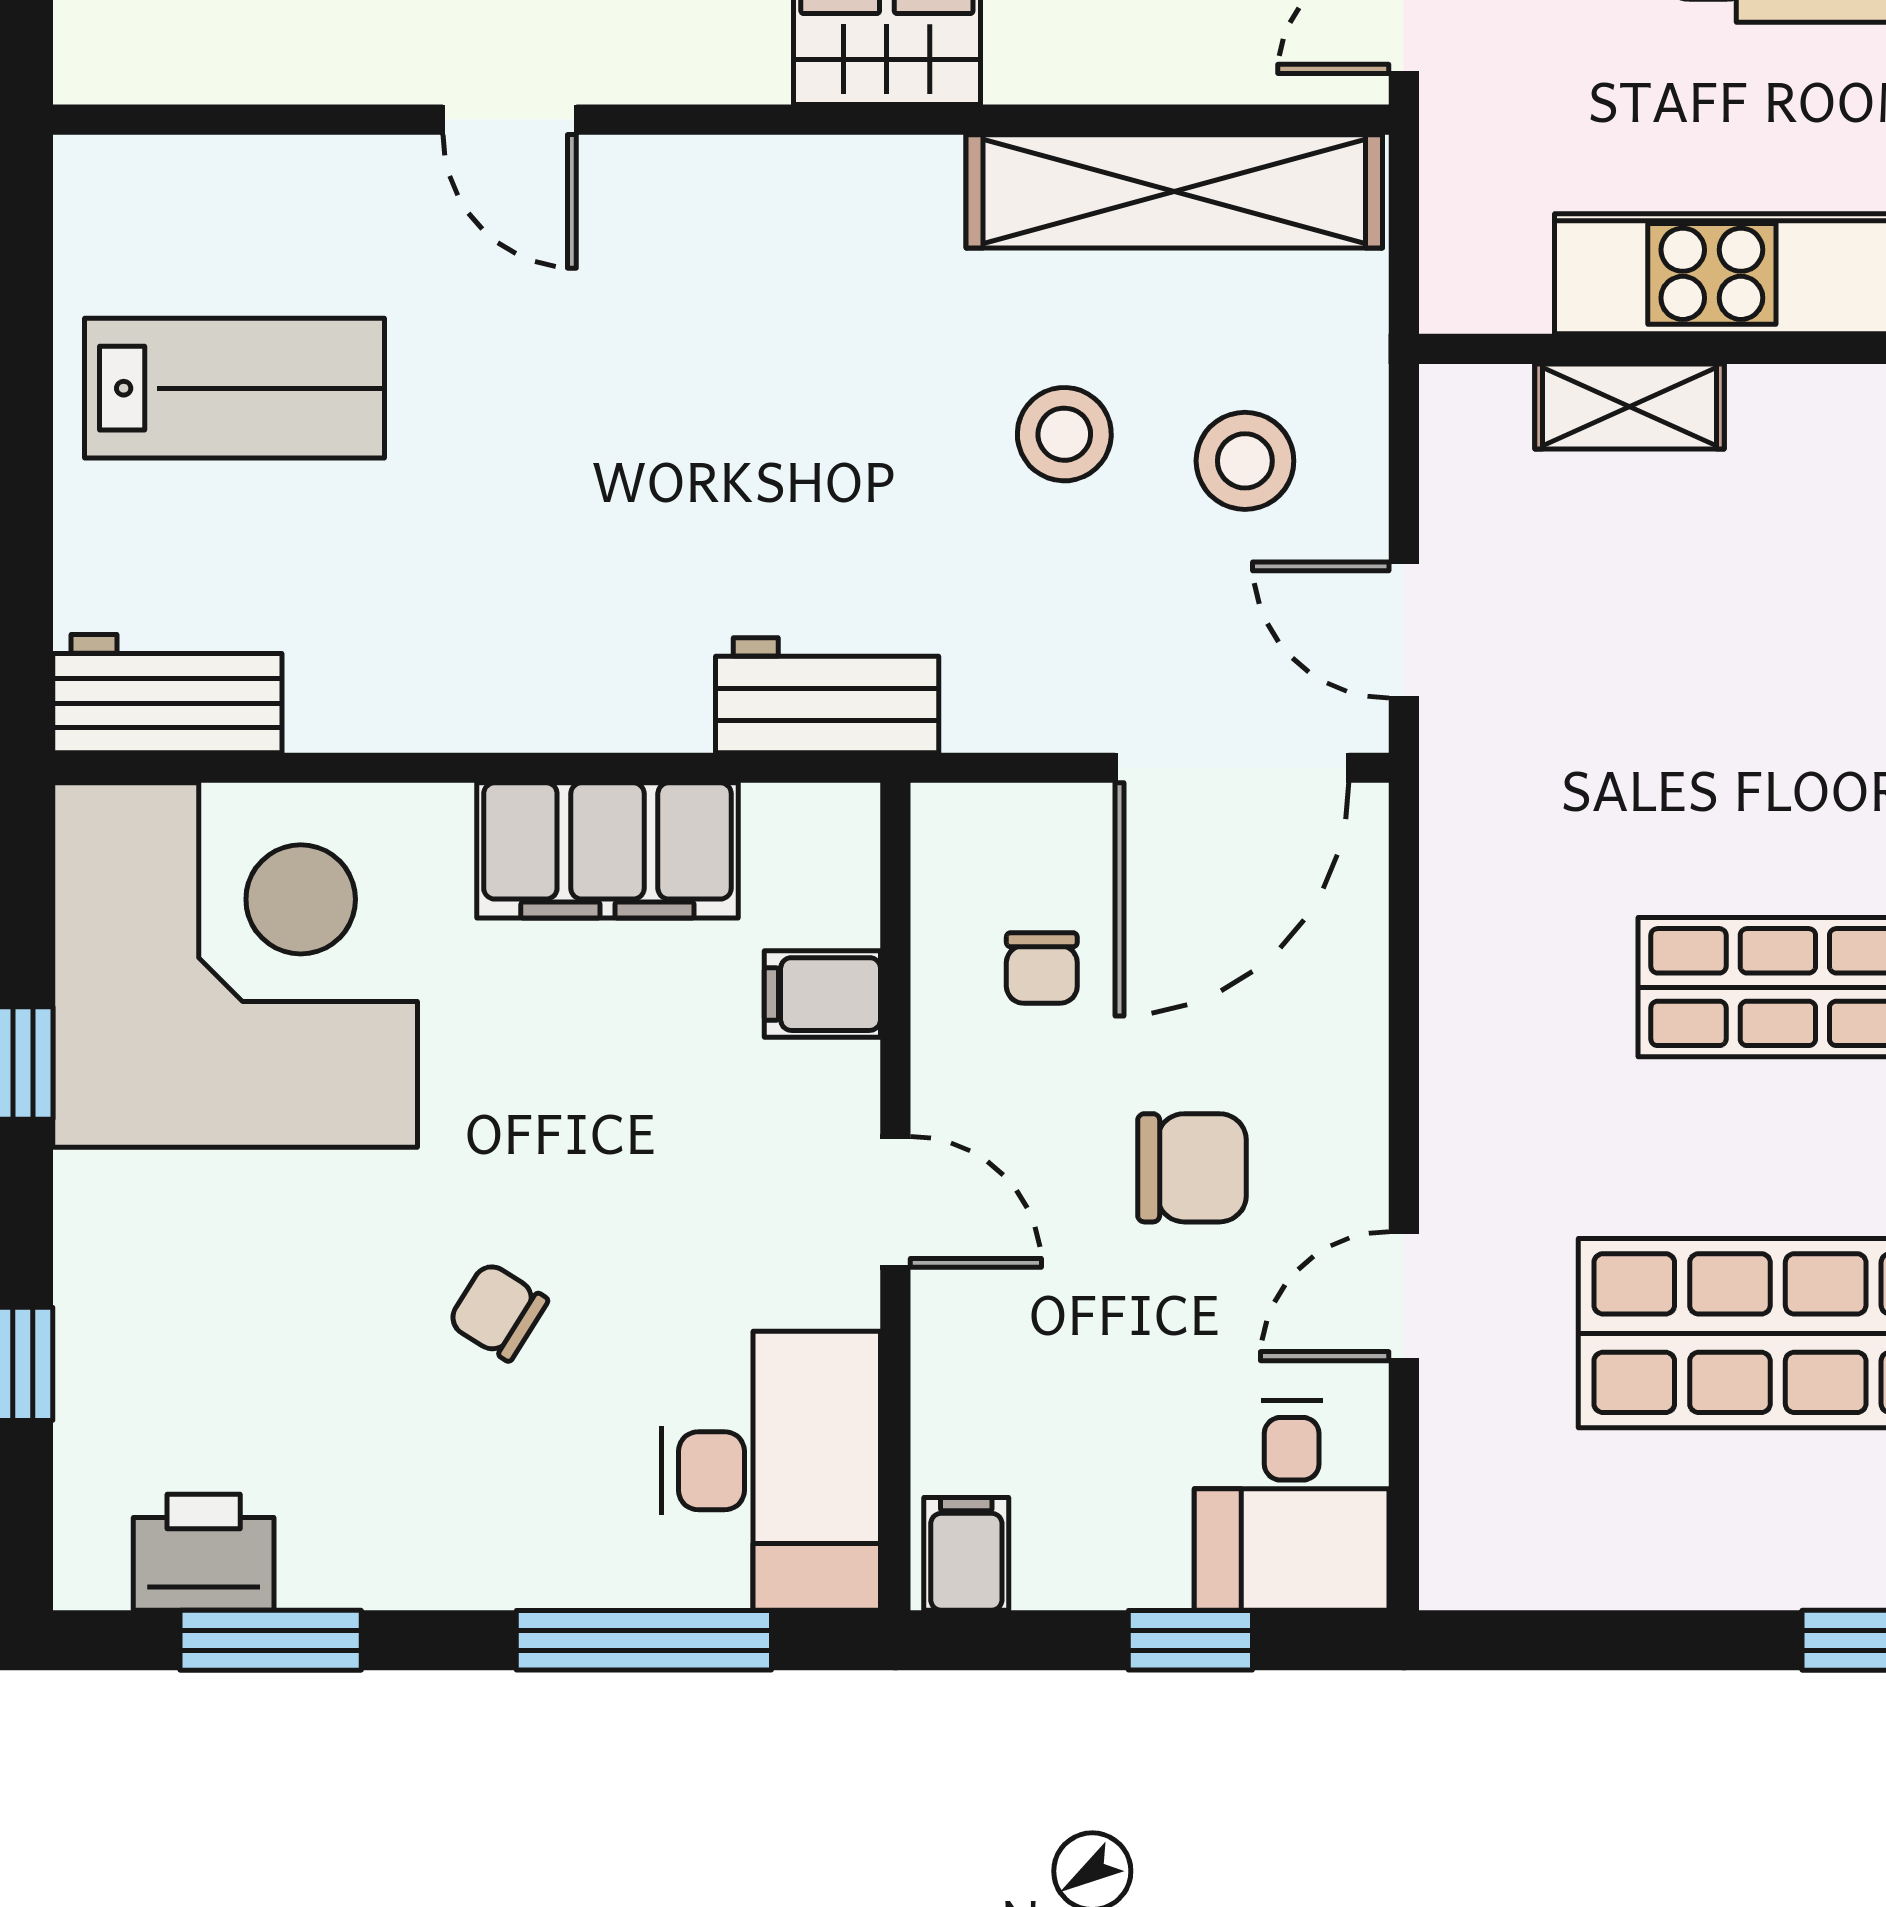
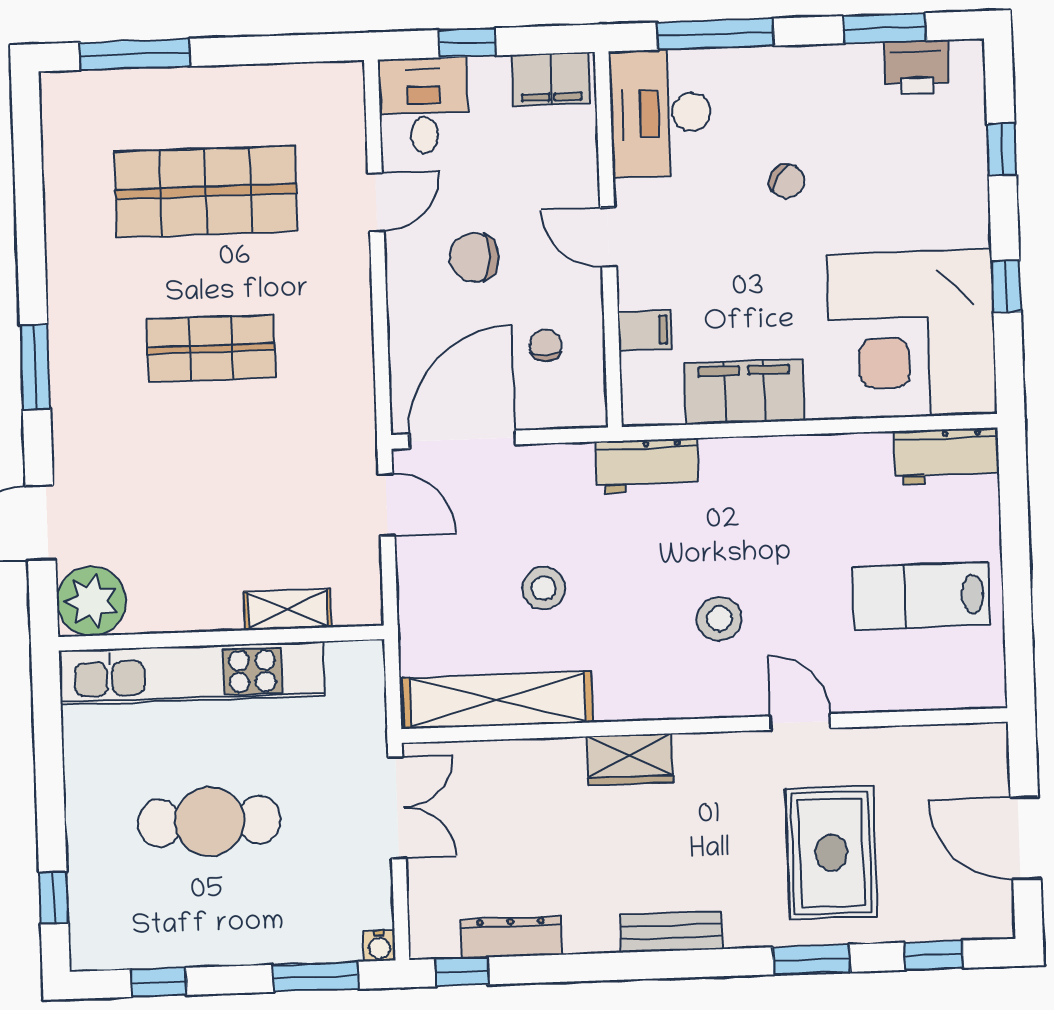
stool: (1245, 461) -> (719, 619), moved
filing cabinet: (966, 1554) -> (551, 79), width x2.00

